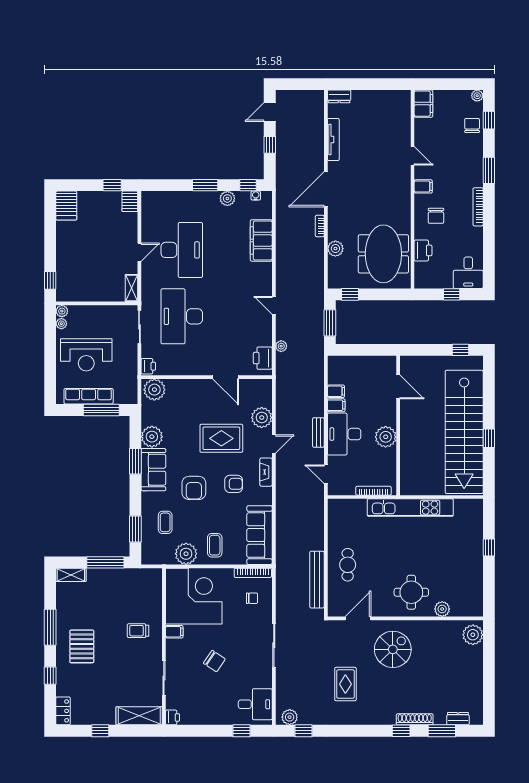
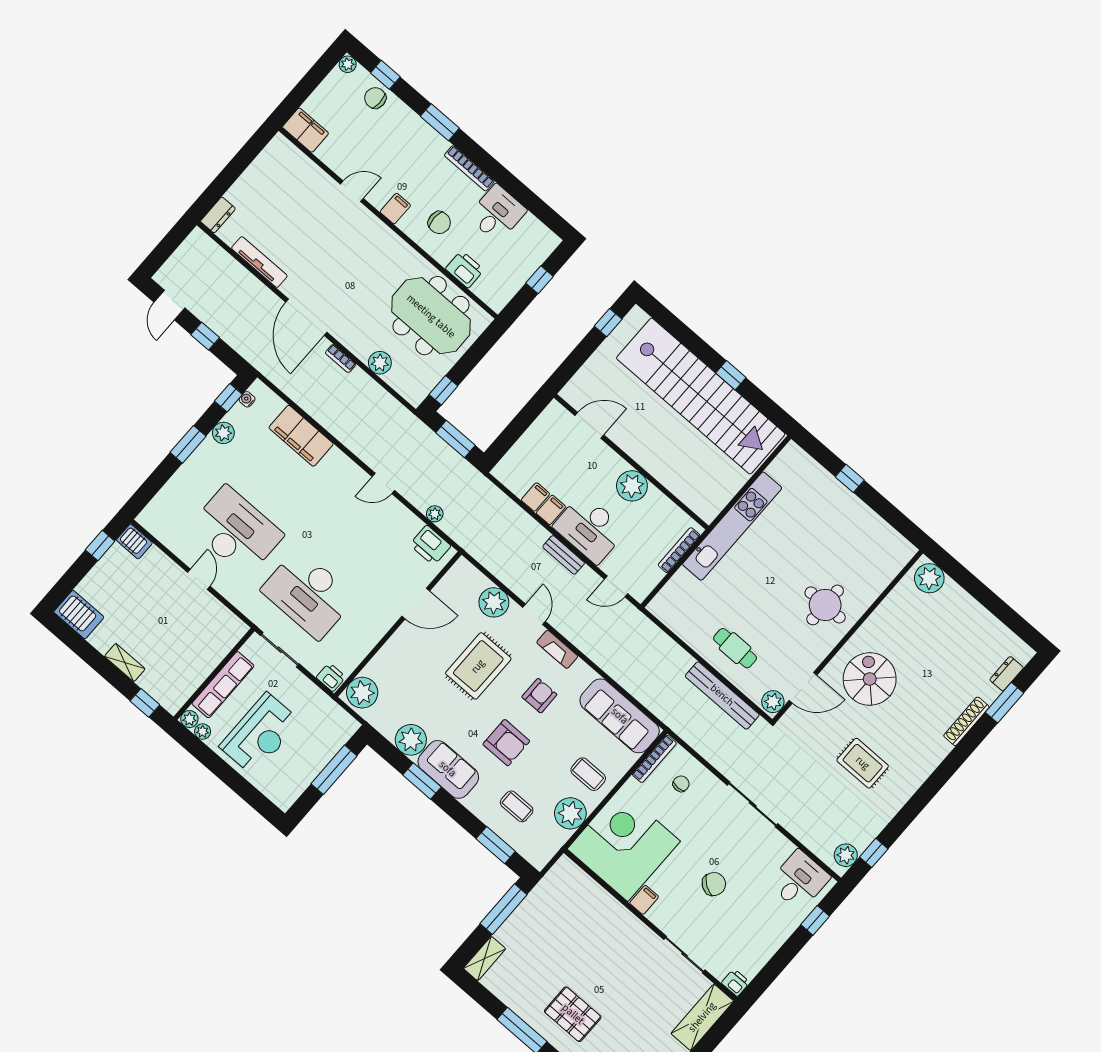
desk: (468, 273) -> (497, 213), moved, turned -90
shelving: (132, 288) -> (125, 663), moved
row of seats: (89, 396) -> (223, 685), moved, turned 180
plant: (442, 609) -> (773, 702), moved
door: (358, 618) -> (803, 688), swing flipped
trolley: (138, 631) -> (609, 938), removed
window: (401, 731) -> (966, 747), removed

